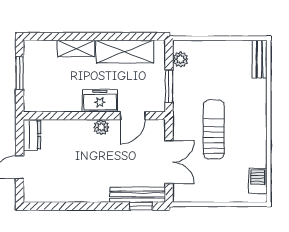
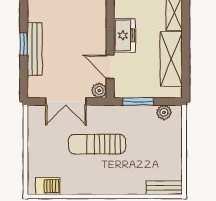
plant: (101, 127) -> (99, 90), moved
sun lounger: (214, 129) -> (97, 144), turned 180
bench: (138, 195) -> (35, 49), moved
window: (141, 206) -> (24, 44), moved

